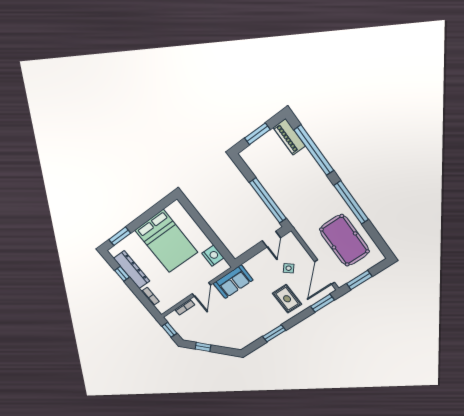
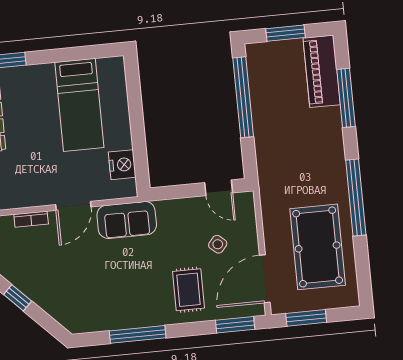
piano: (289, 137) -> (322, 71), width x1.37, depth x1.33
window: (314, 150) -> (346, 98), width x0.68
window: (268, 201) -> (243, 97), moved
door: (271, 239) -> (219, 188), hinge flipped
bed: (166, 241) -> (79, 105), width x0.67
window: (274, 333) -> (138, 334), width x1.44

